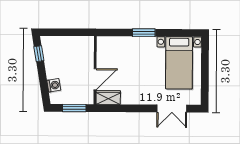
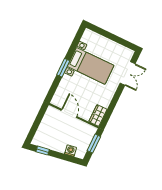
bed with nightstands: (179, 63) -> (91, 66), moved
door: (95, 79) -> (69, 113), moved

